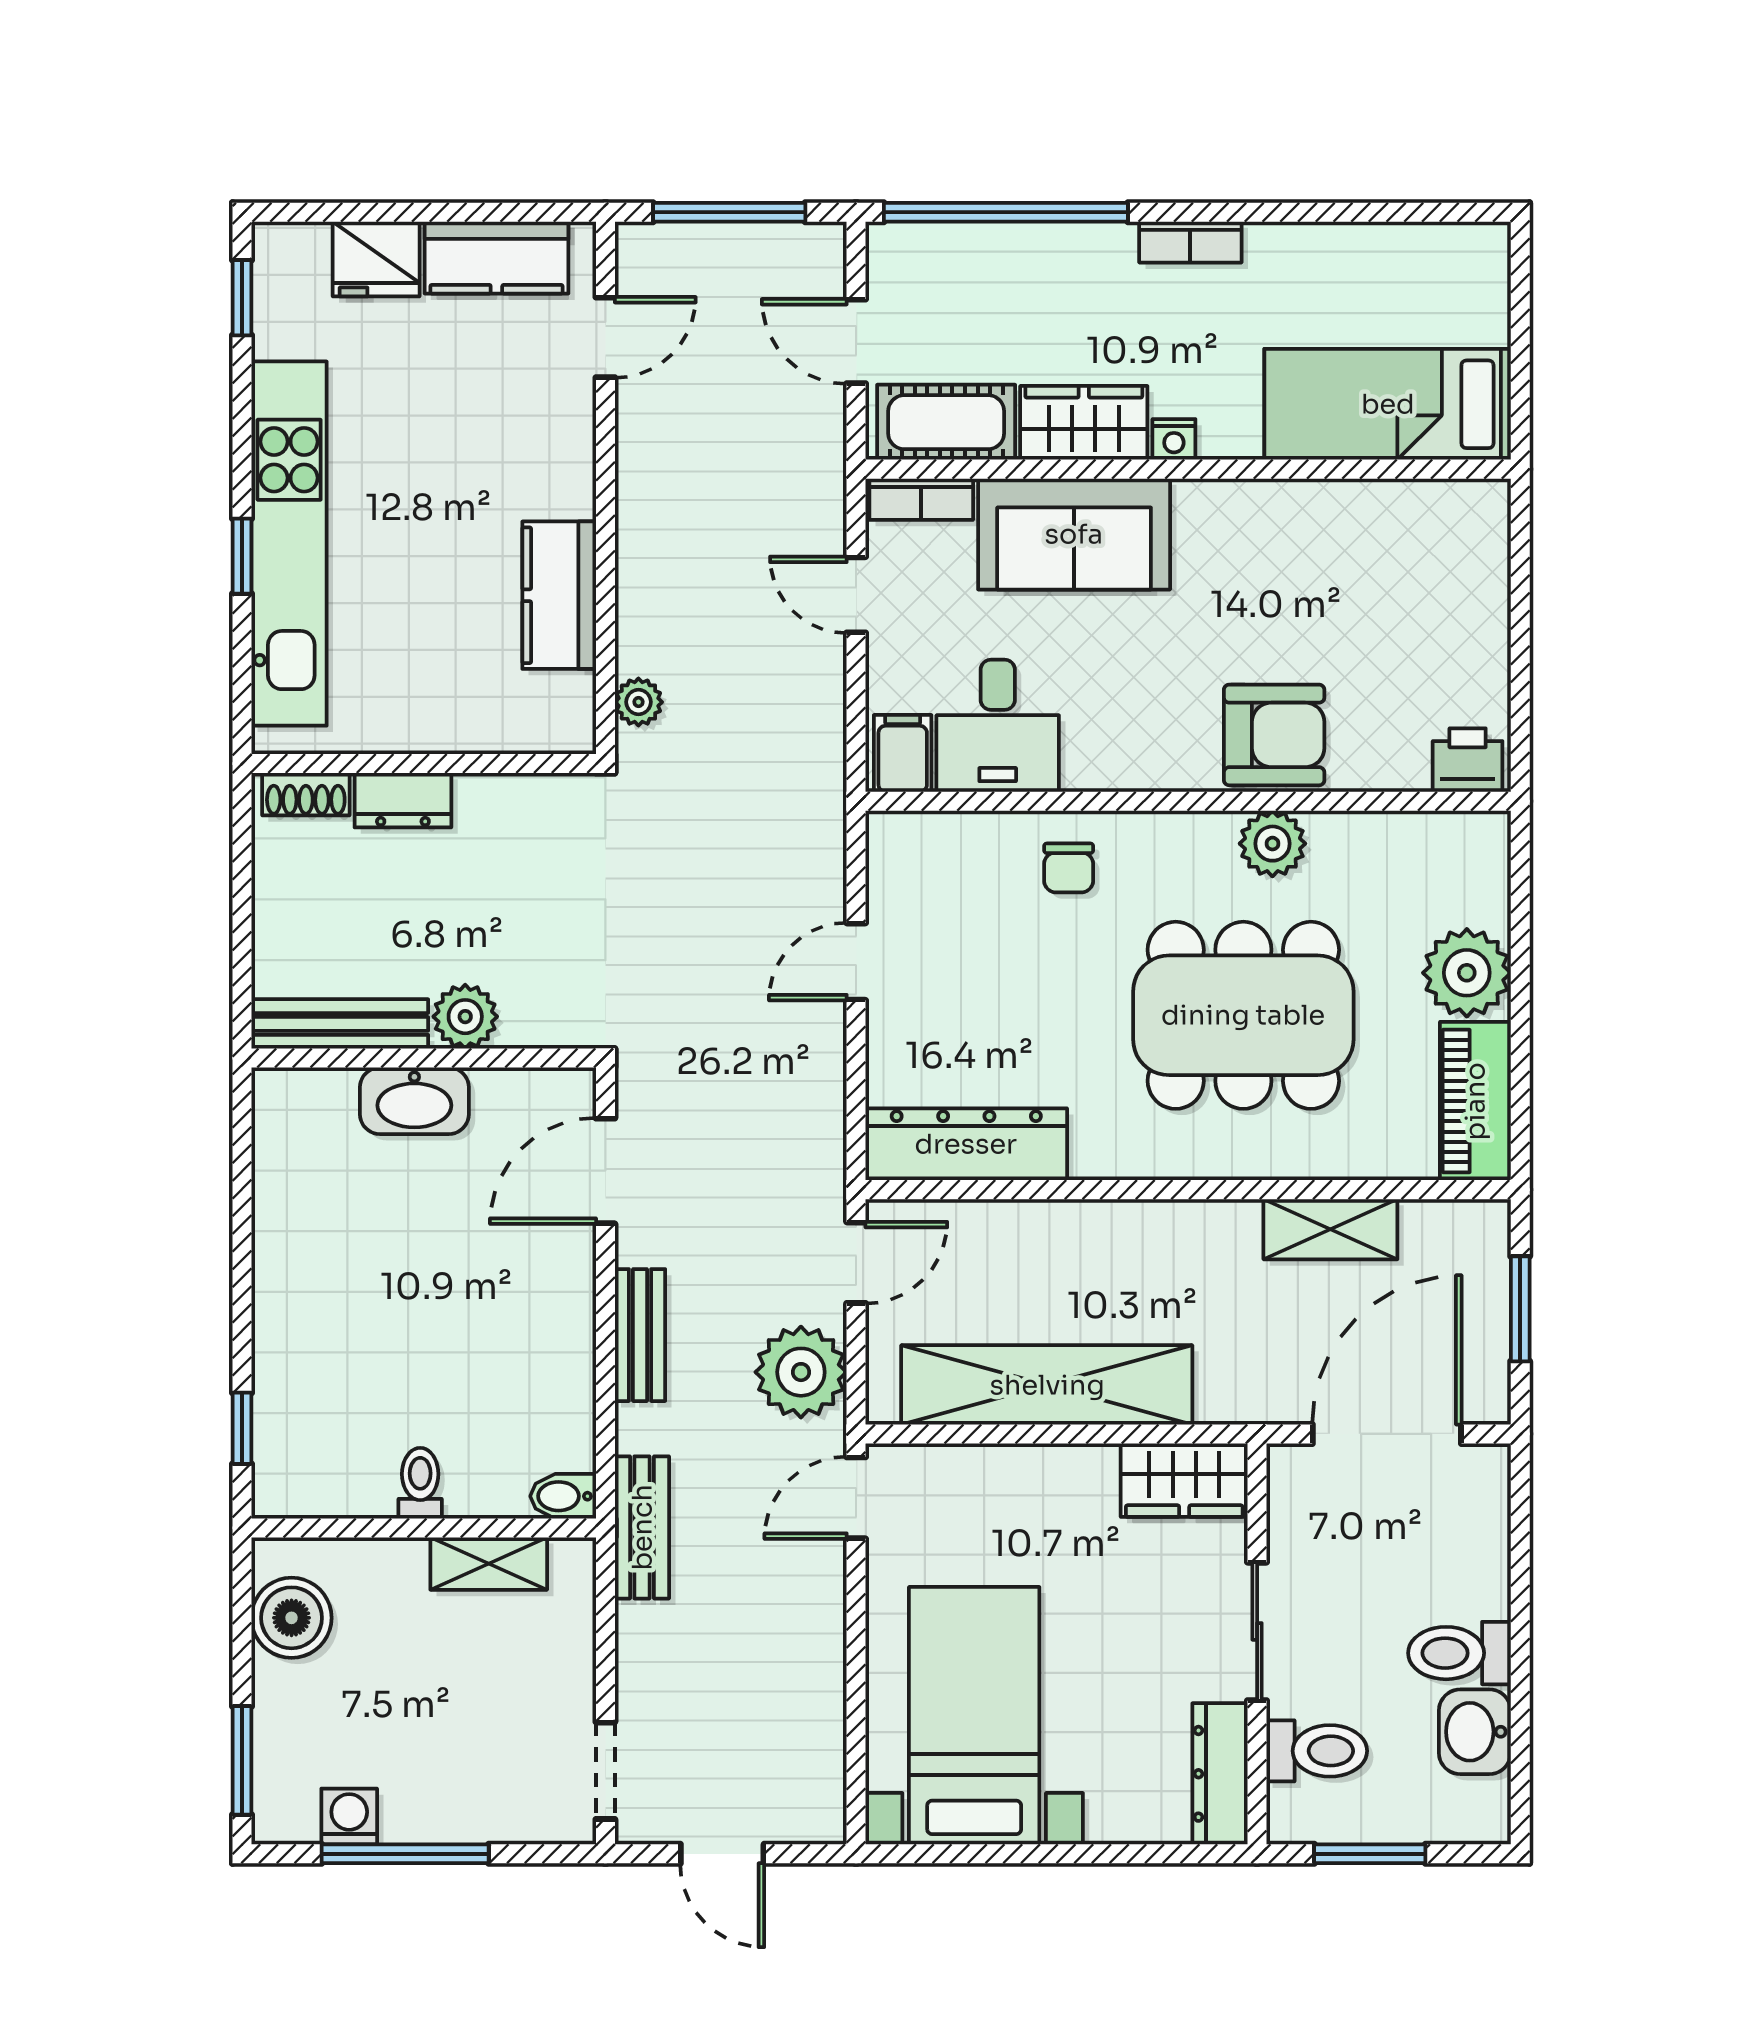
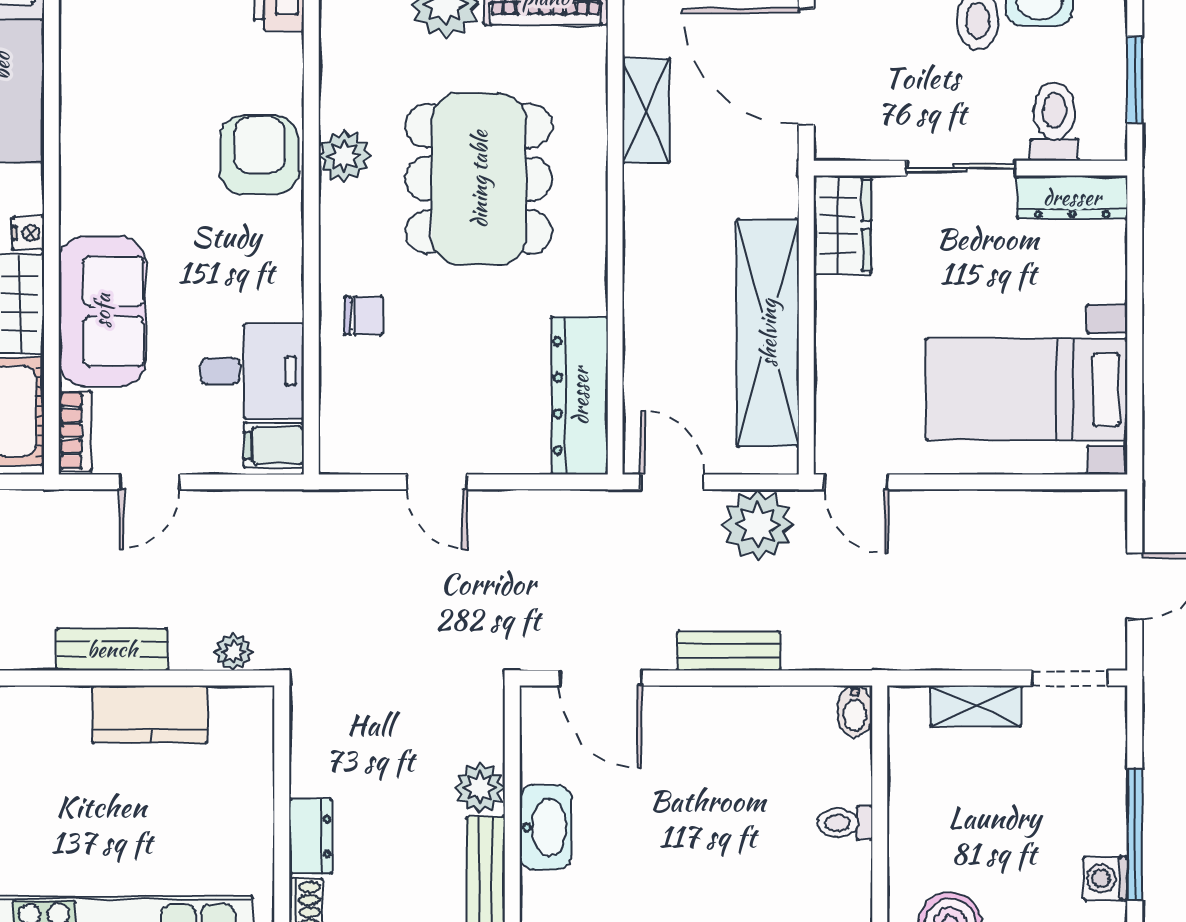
bench: (642, 1527) -> (112, 649), moved
shelving: (489, 1564) -> (976, 706), moved, turned 90

